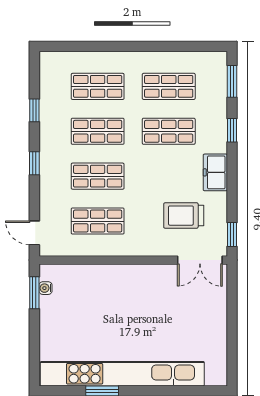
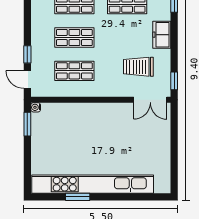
window: (34, 163) -> (27, 54), moved
water cooler: (46, 288) -> (36, 107), moved

